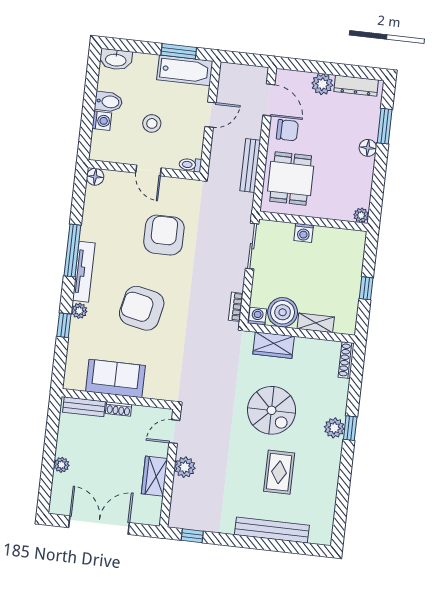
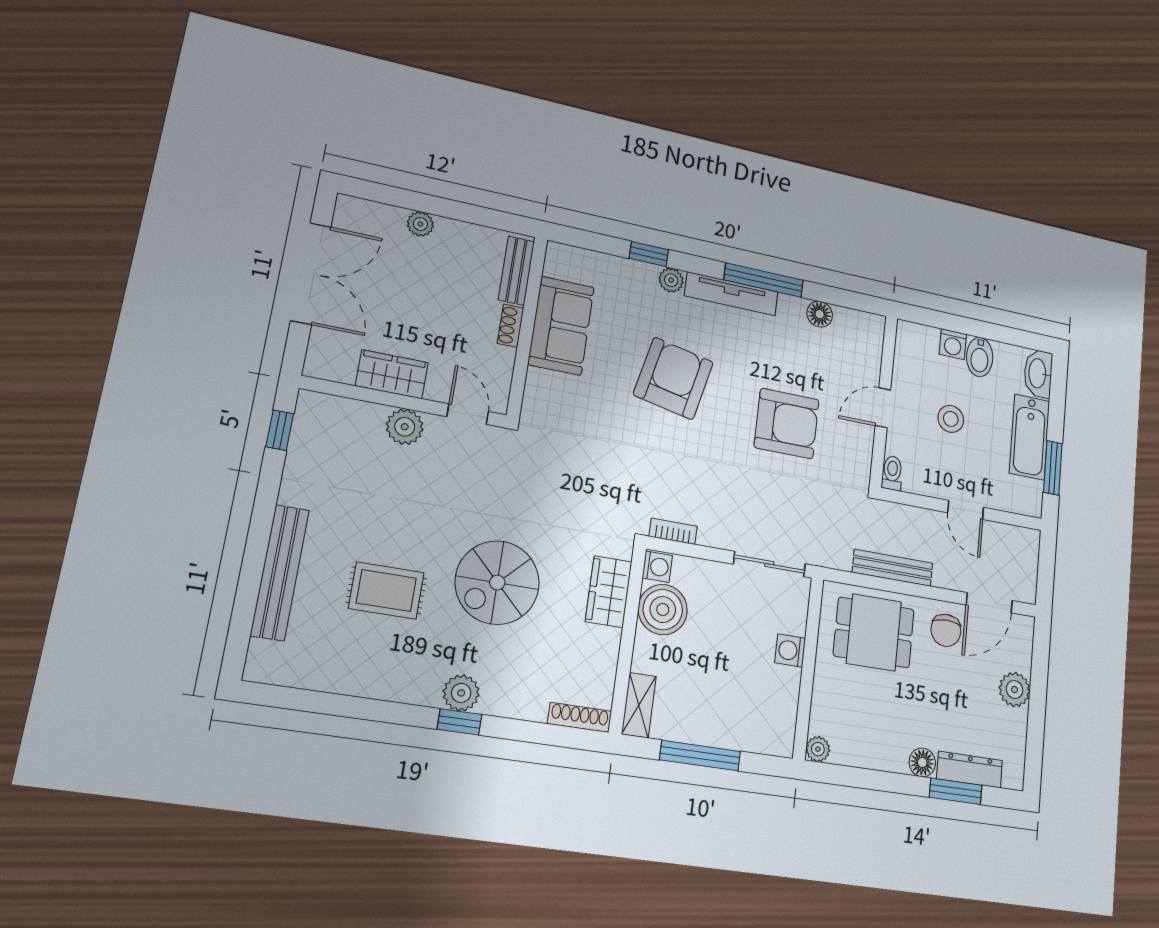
bathtub: (185, 70) -> (1030, 437), moved
dresser: (356, 86) -> (970, 770), moved, turned 90
floor lamp: (95, 177) -> (820, 314), moved
window: (366, 288) -> (700, 756), width x2.17
shelving: (316, 323) -> (639, 705), moved

